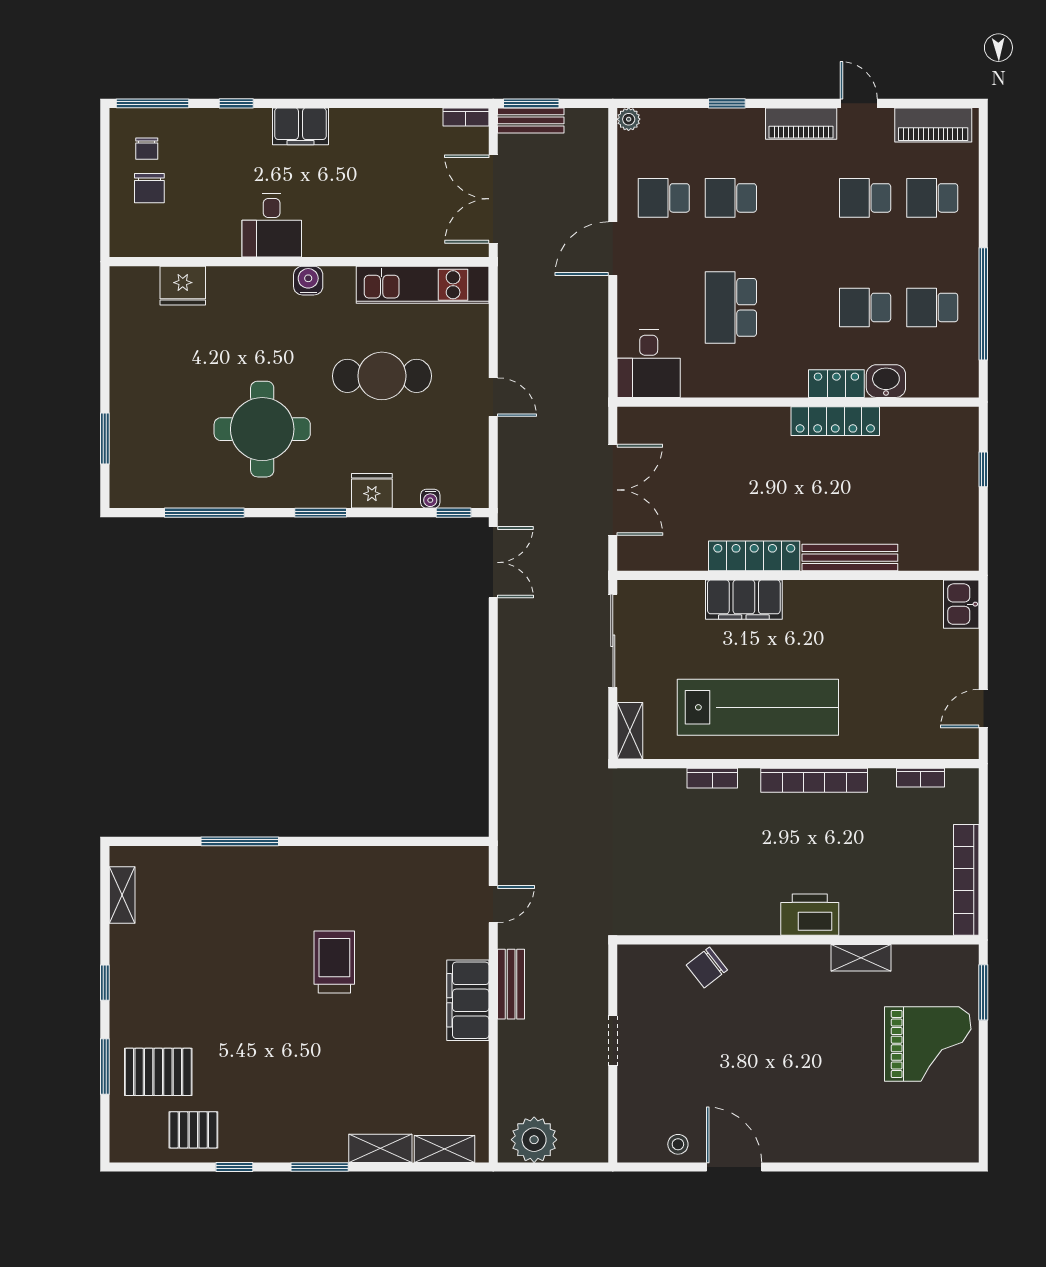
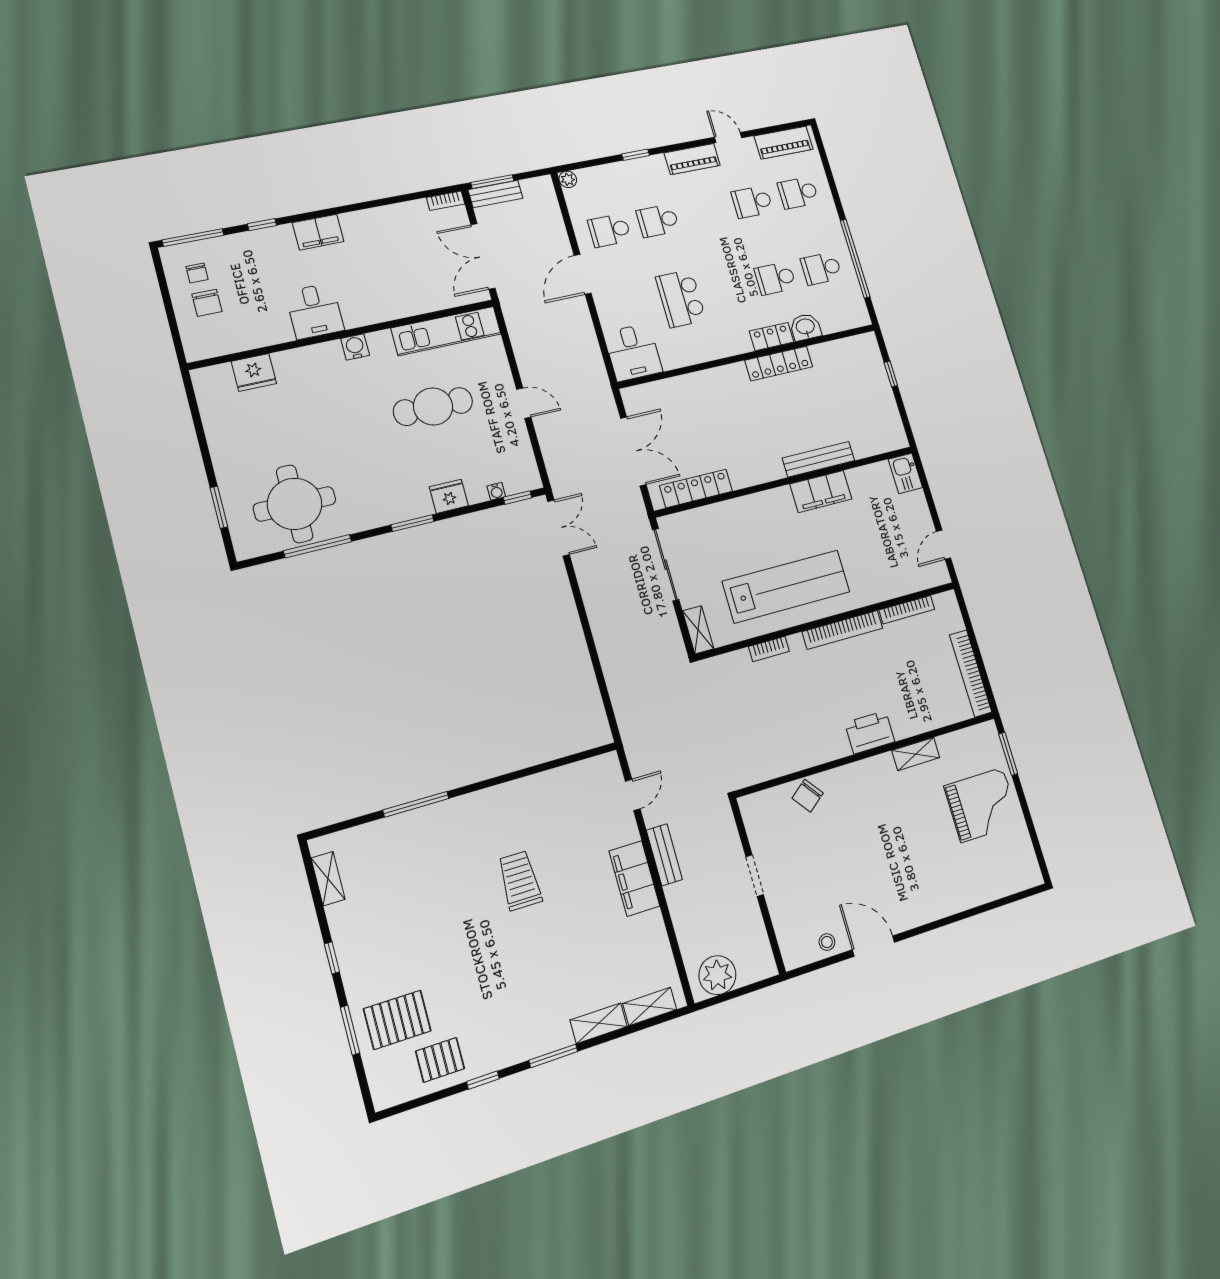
round table: (262, 429) -> (295, 504), moved
locker: (754, 556) -> (696, 488), moved
filing cabinet: (744, 600) -> (821, 492), moved
bookcase: (920, 778) -> (907, 610), width x1.56

